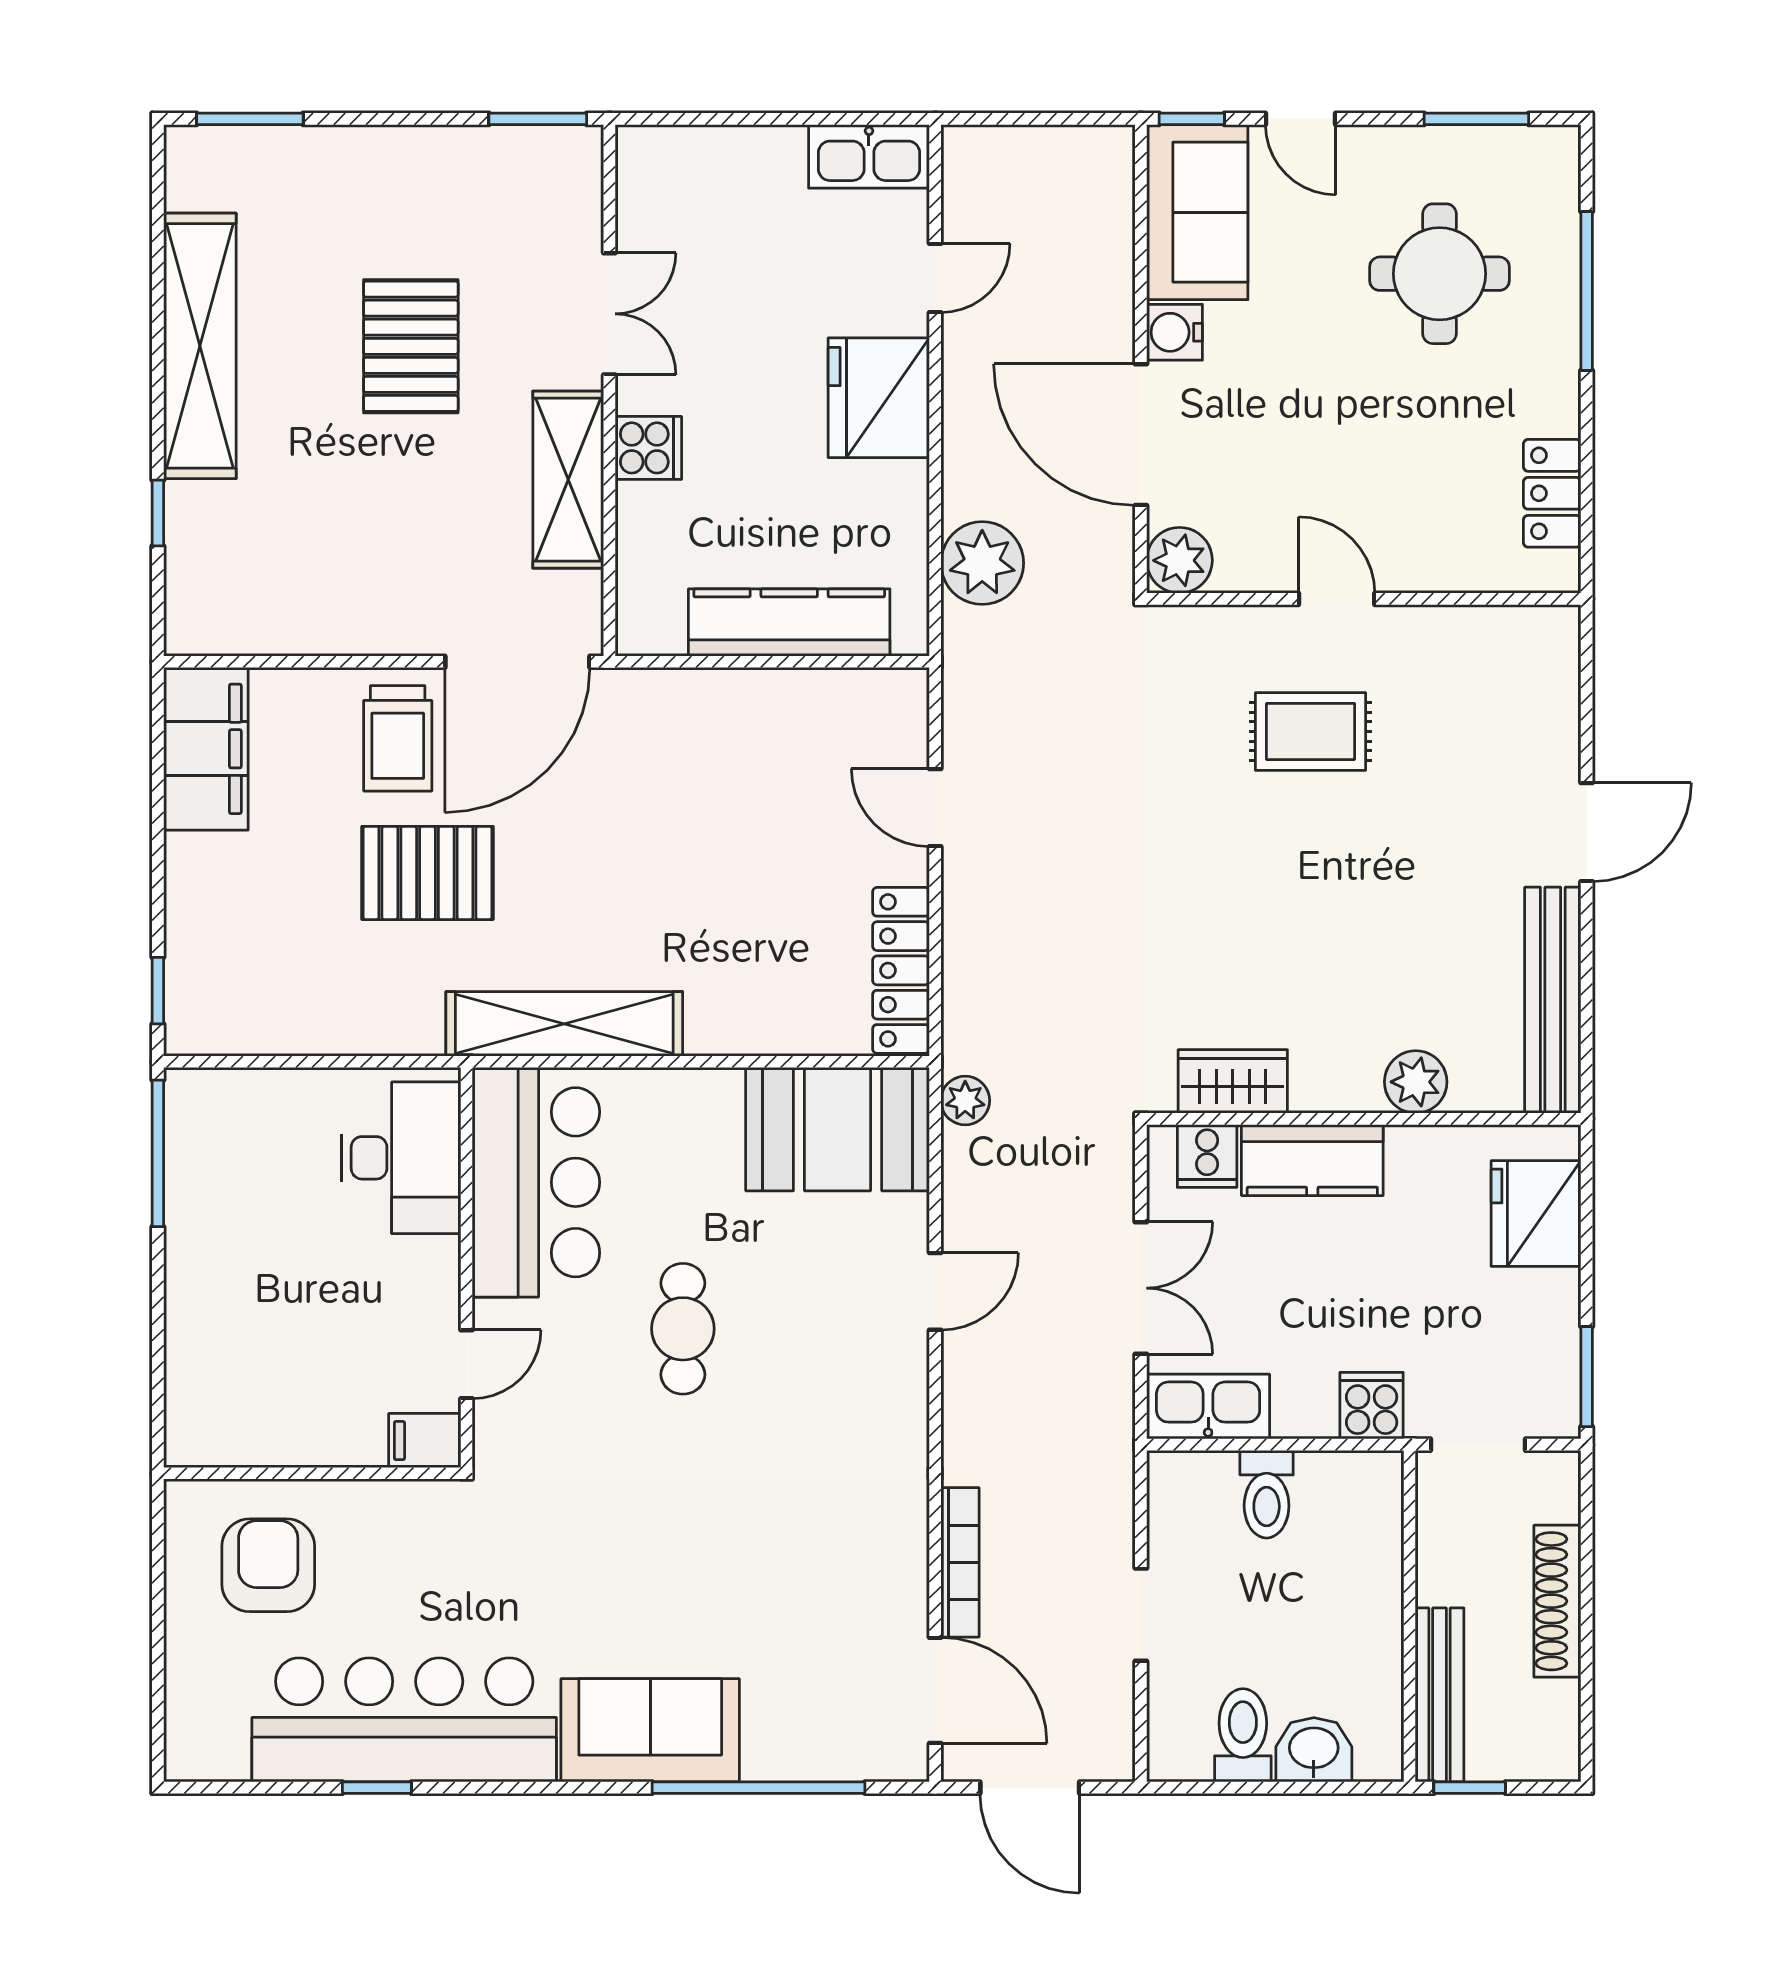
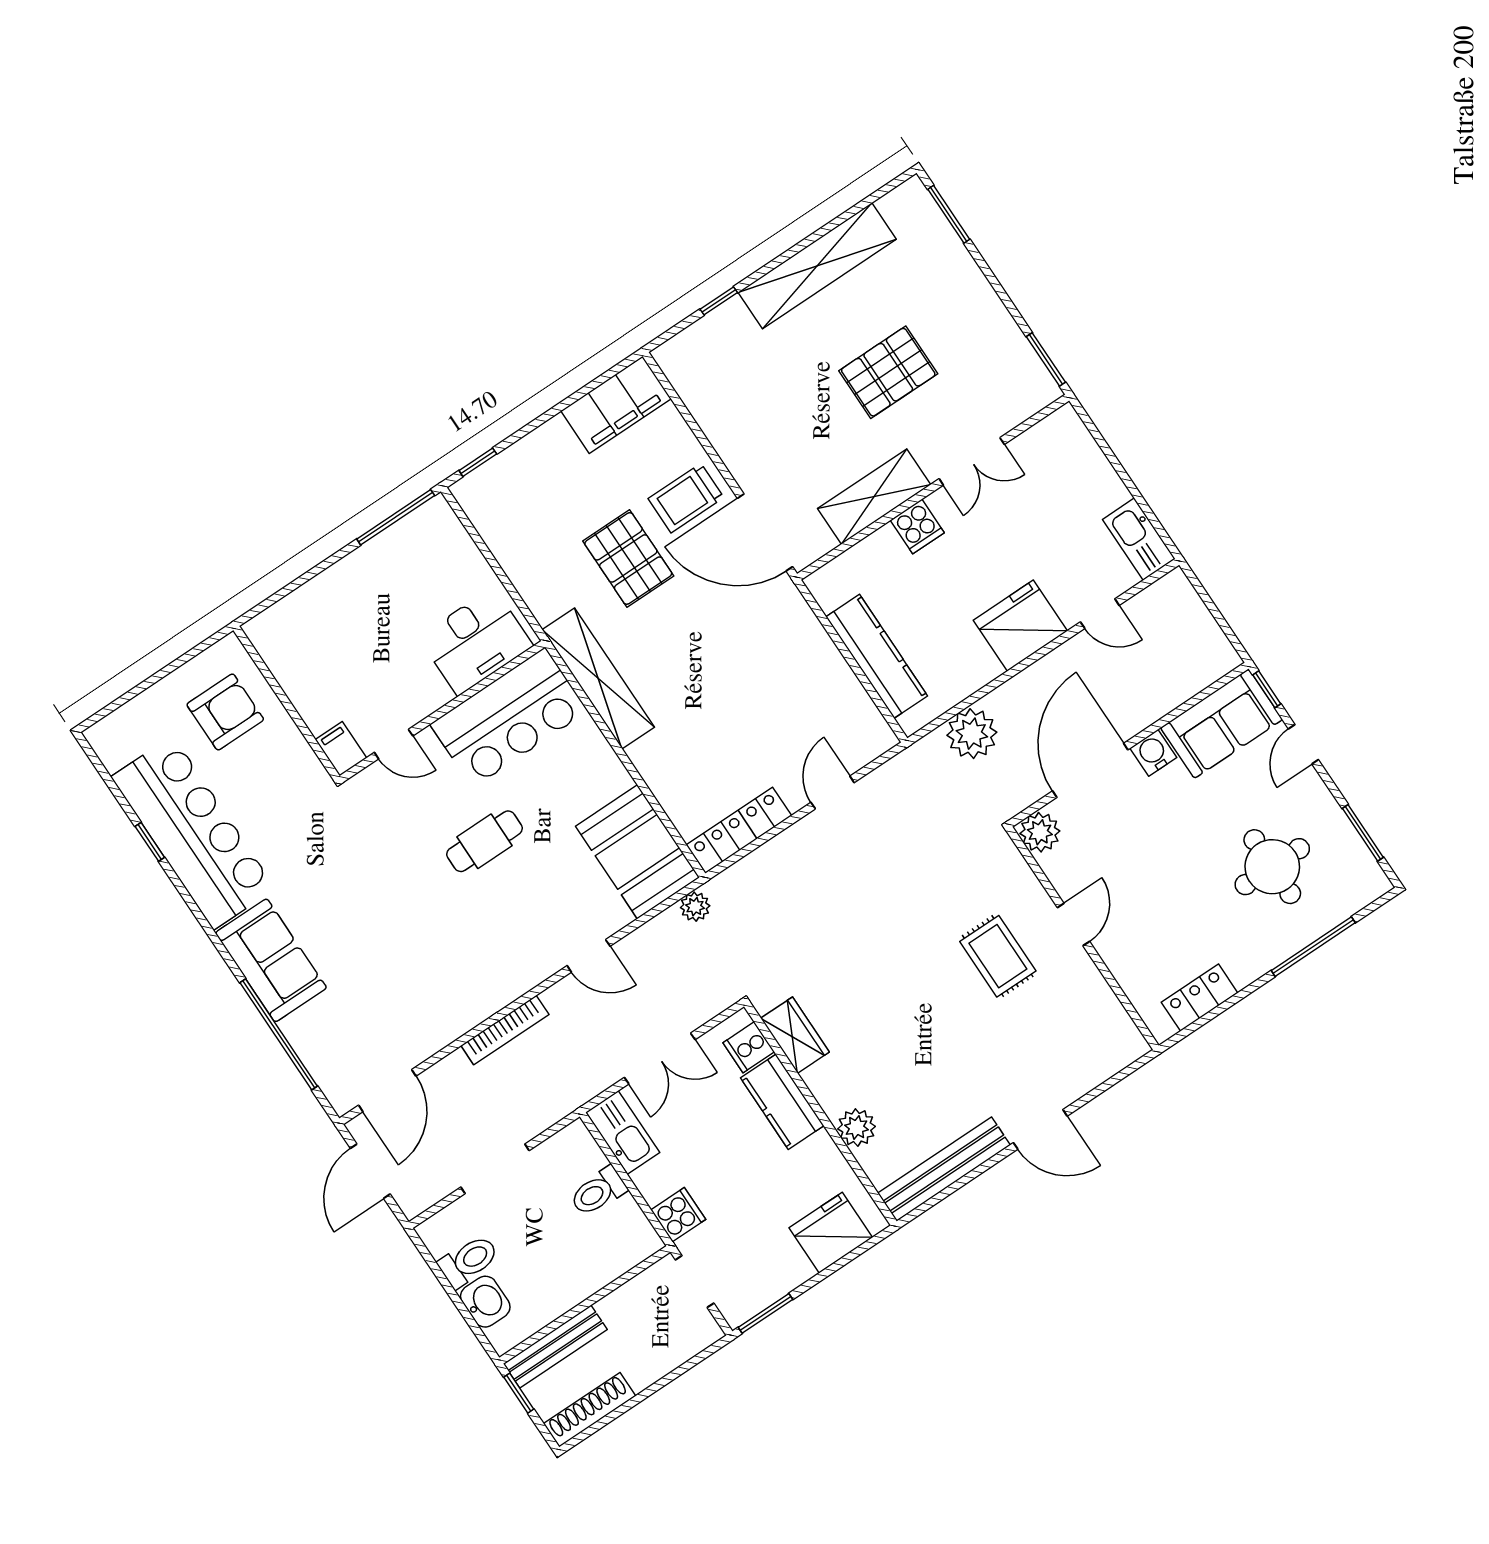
bookcase: (960, 1562) -> (505, 1030), moved
shoe rack: (1557, 1601) -> (590, 1410), moved
doorway: (1141, 1615) -> (495, 1169), width x1.38

